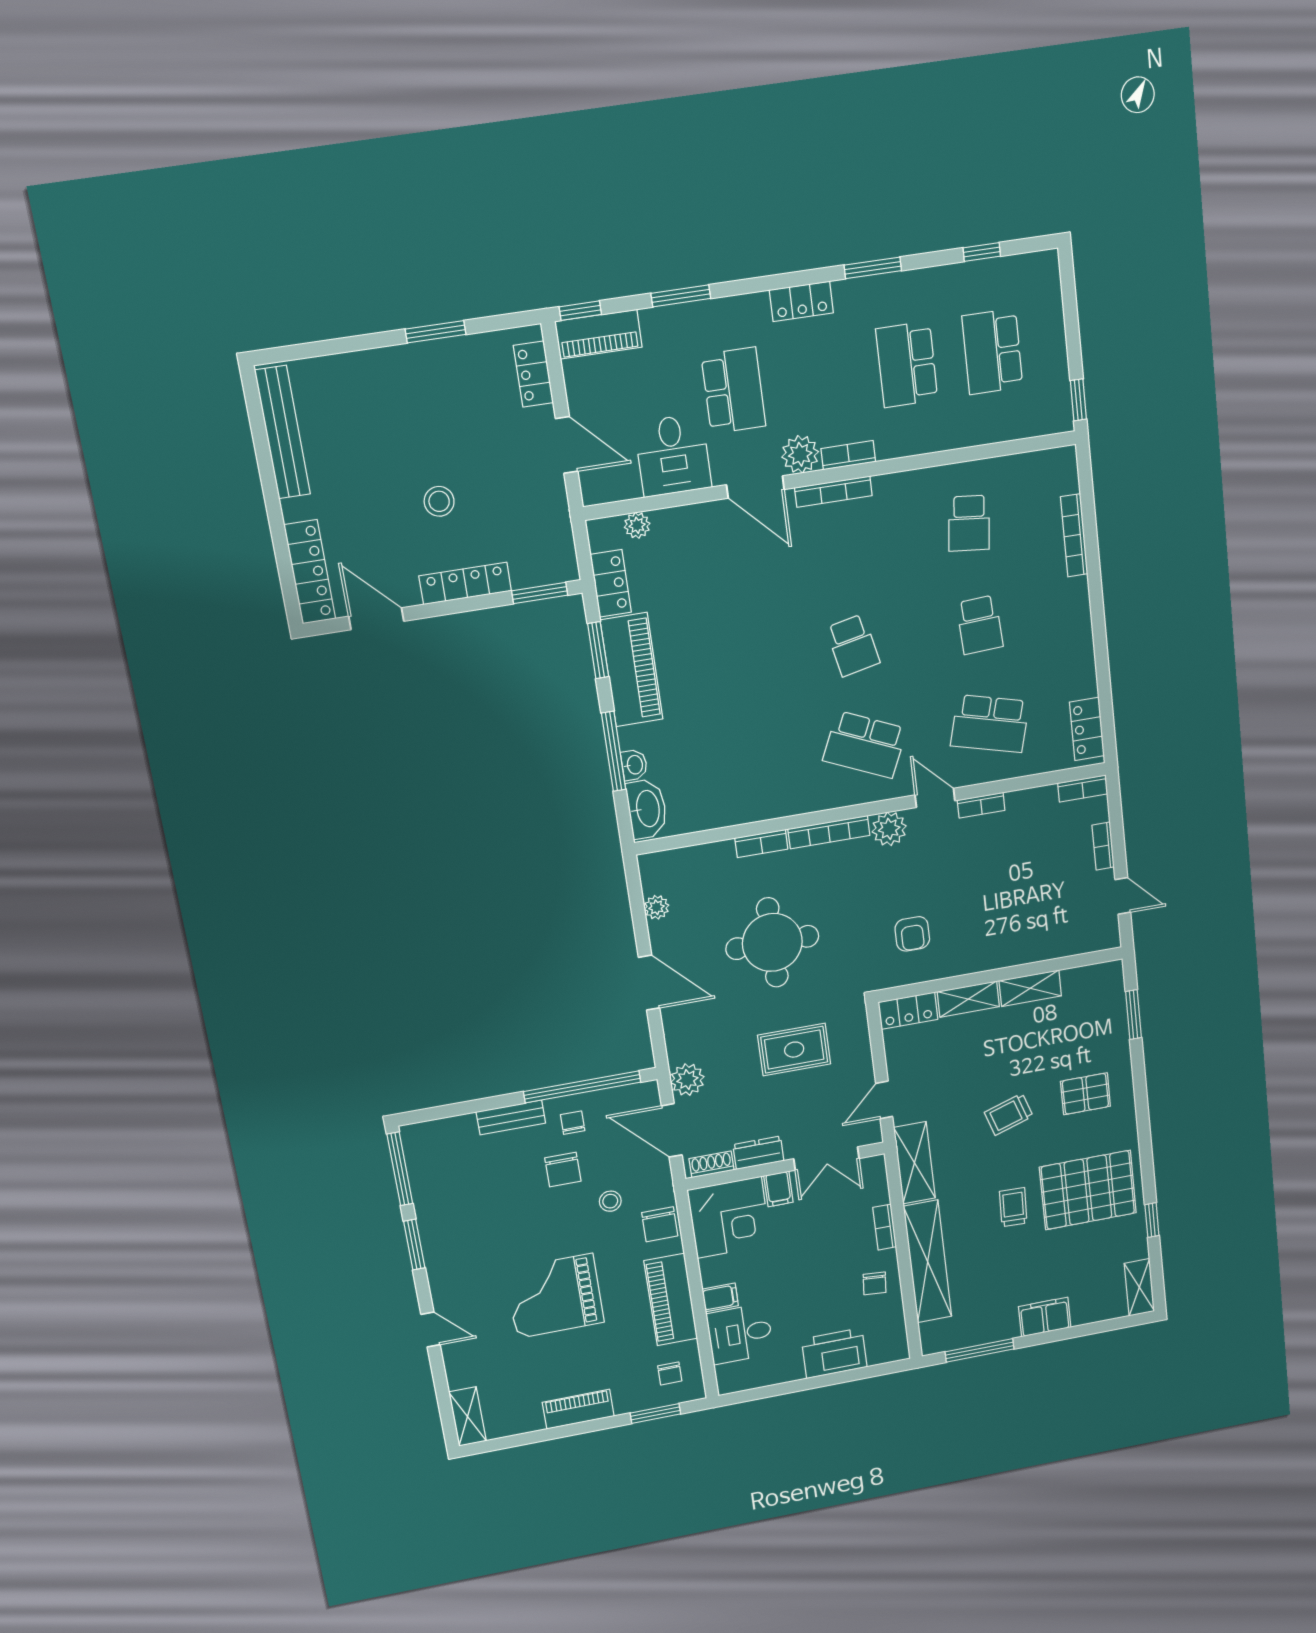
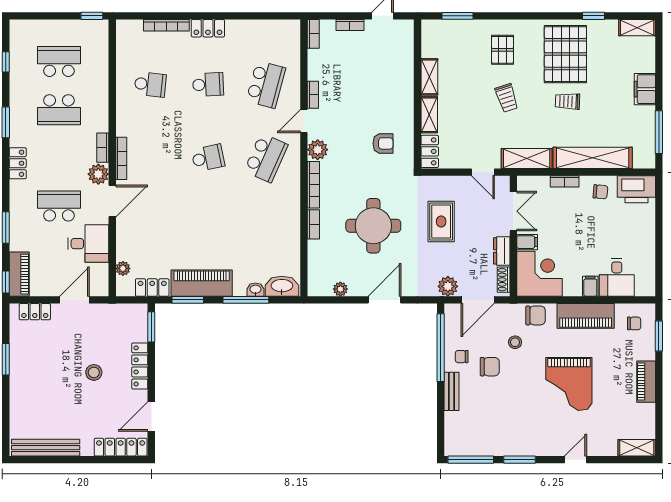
school desk: (992, 352) -> (59, 62), turned 180
locker: (1087, 729) -> (208, 28), moved
printer: (834, 1353) -> (636, 189), moved, turned -90

